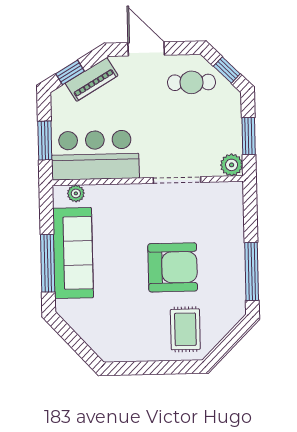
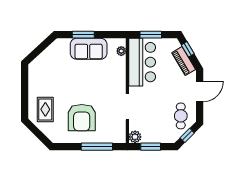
sofa: (73, 253) -> (89, 49), width x0.73
window: (48, 263) -> (83, 35), width x0.69
armchair: (173, 267) -> (82, 118), moved
window: (252, 271) -> (97, 147), moved
rug: (185, 329) -> (45, 109), turned 90

